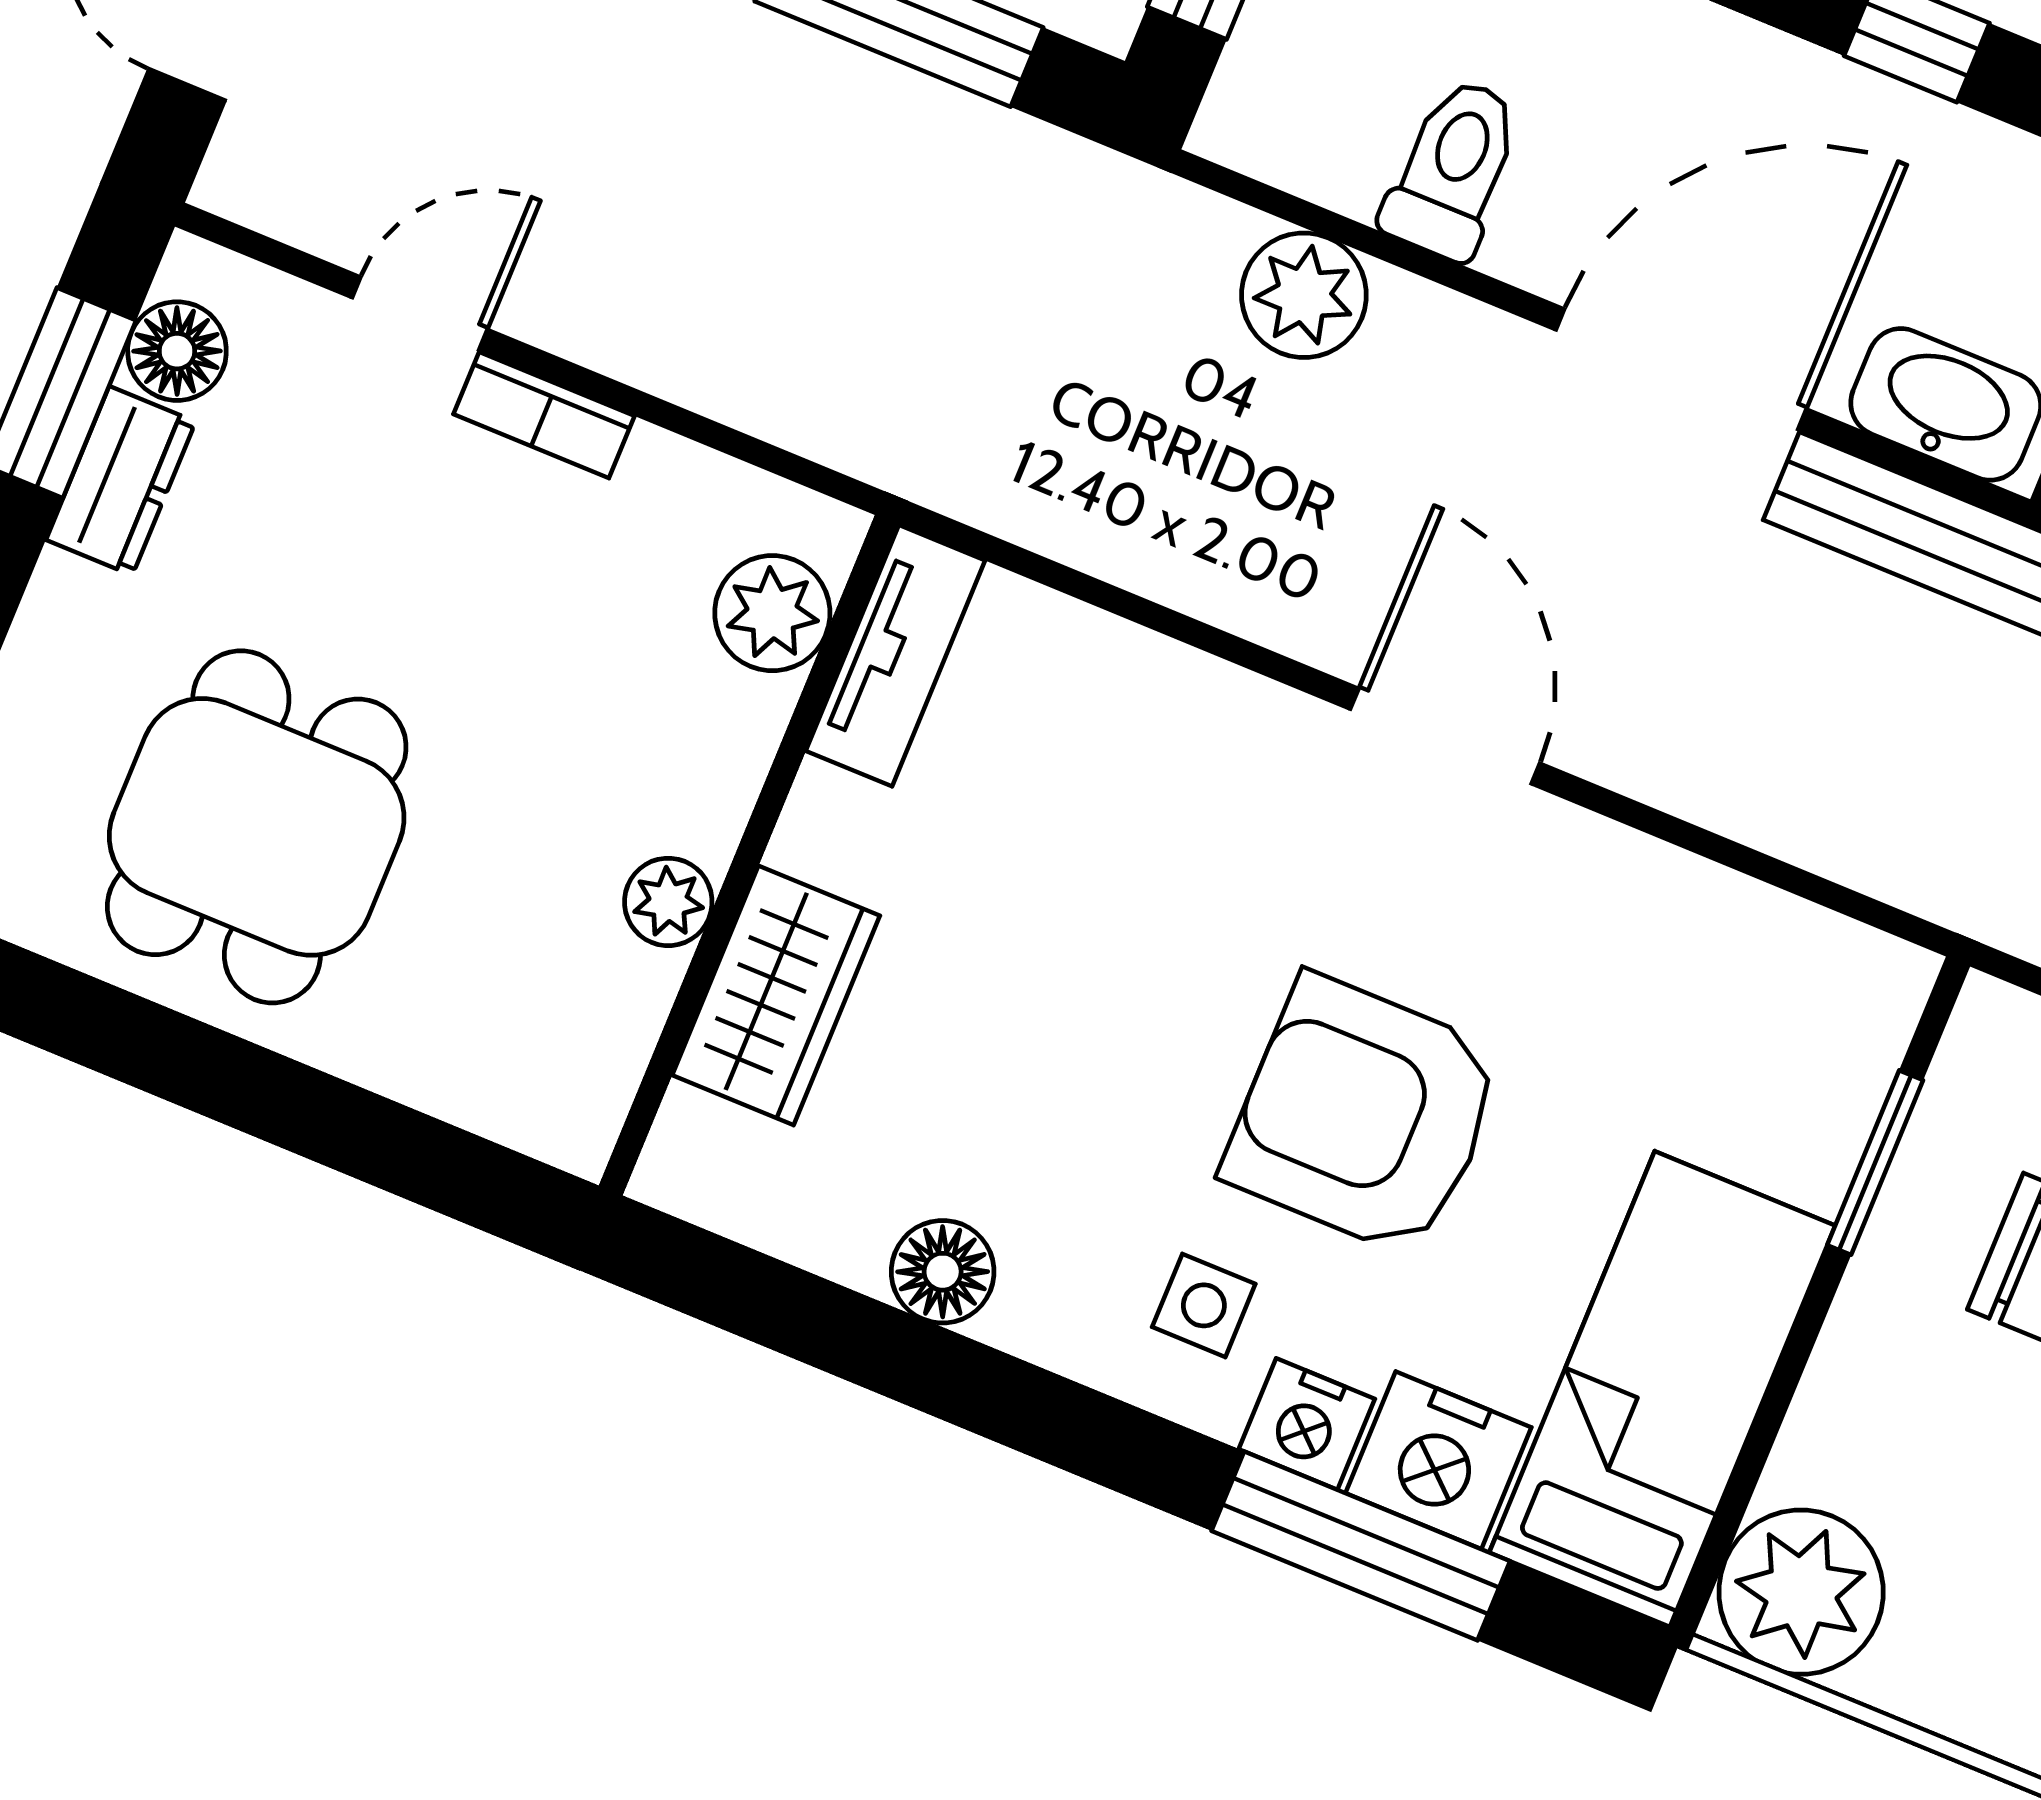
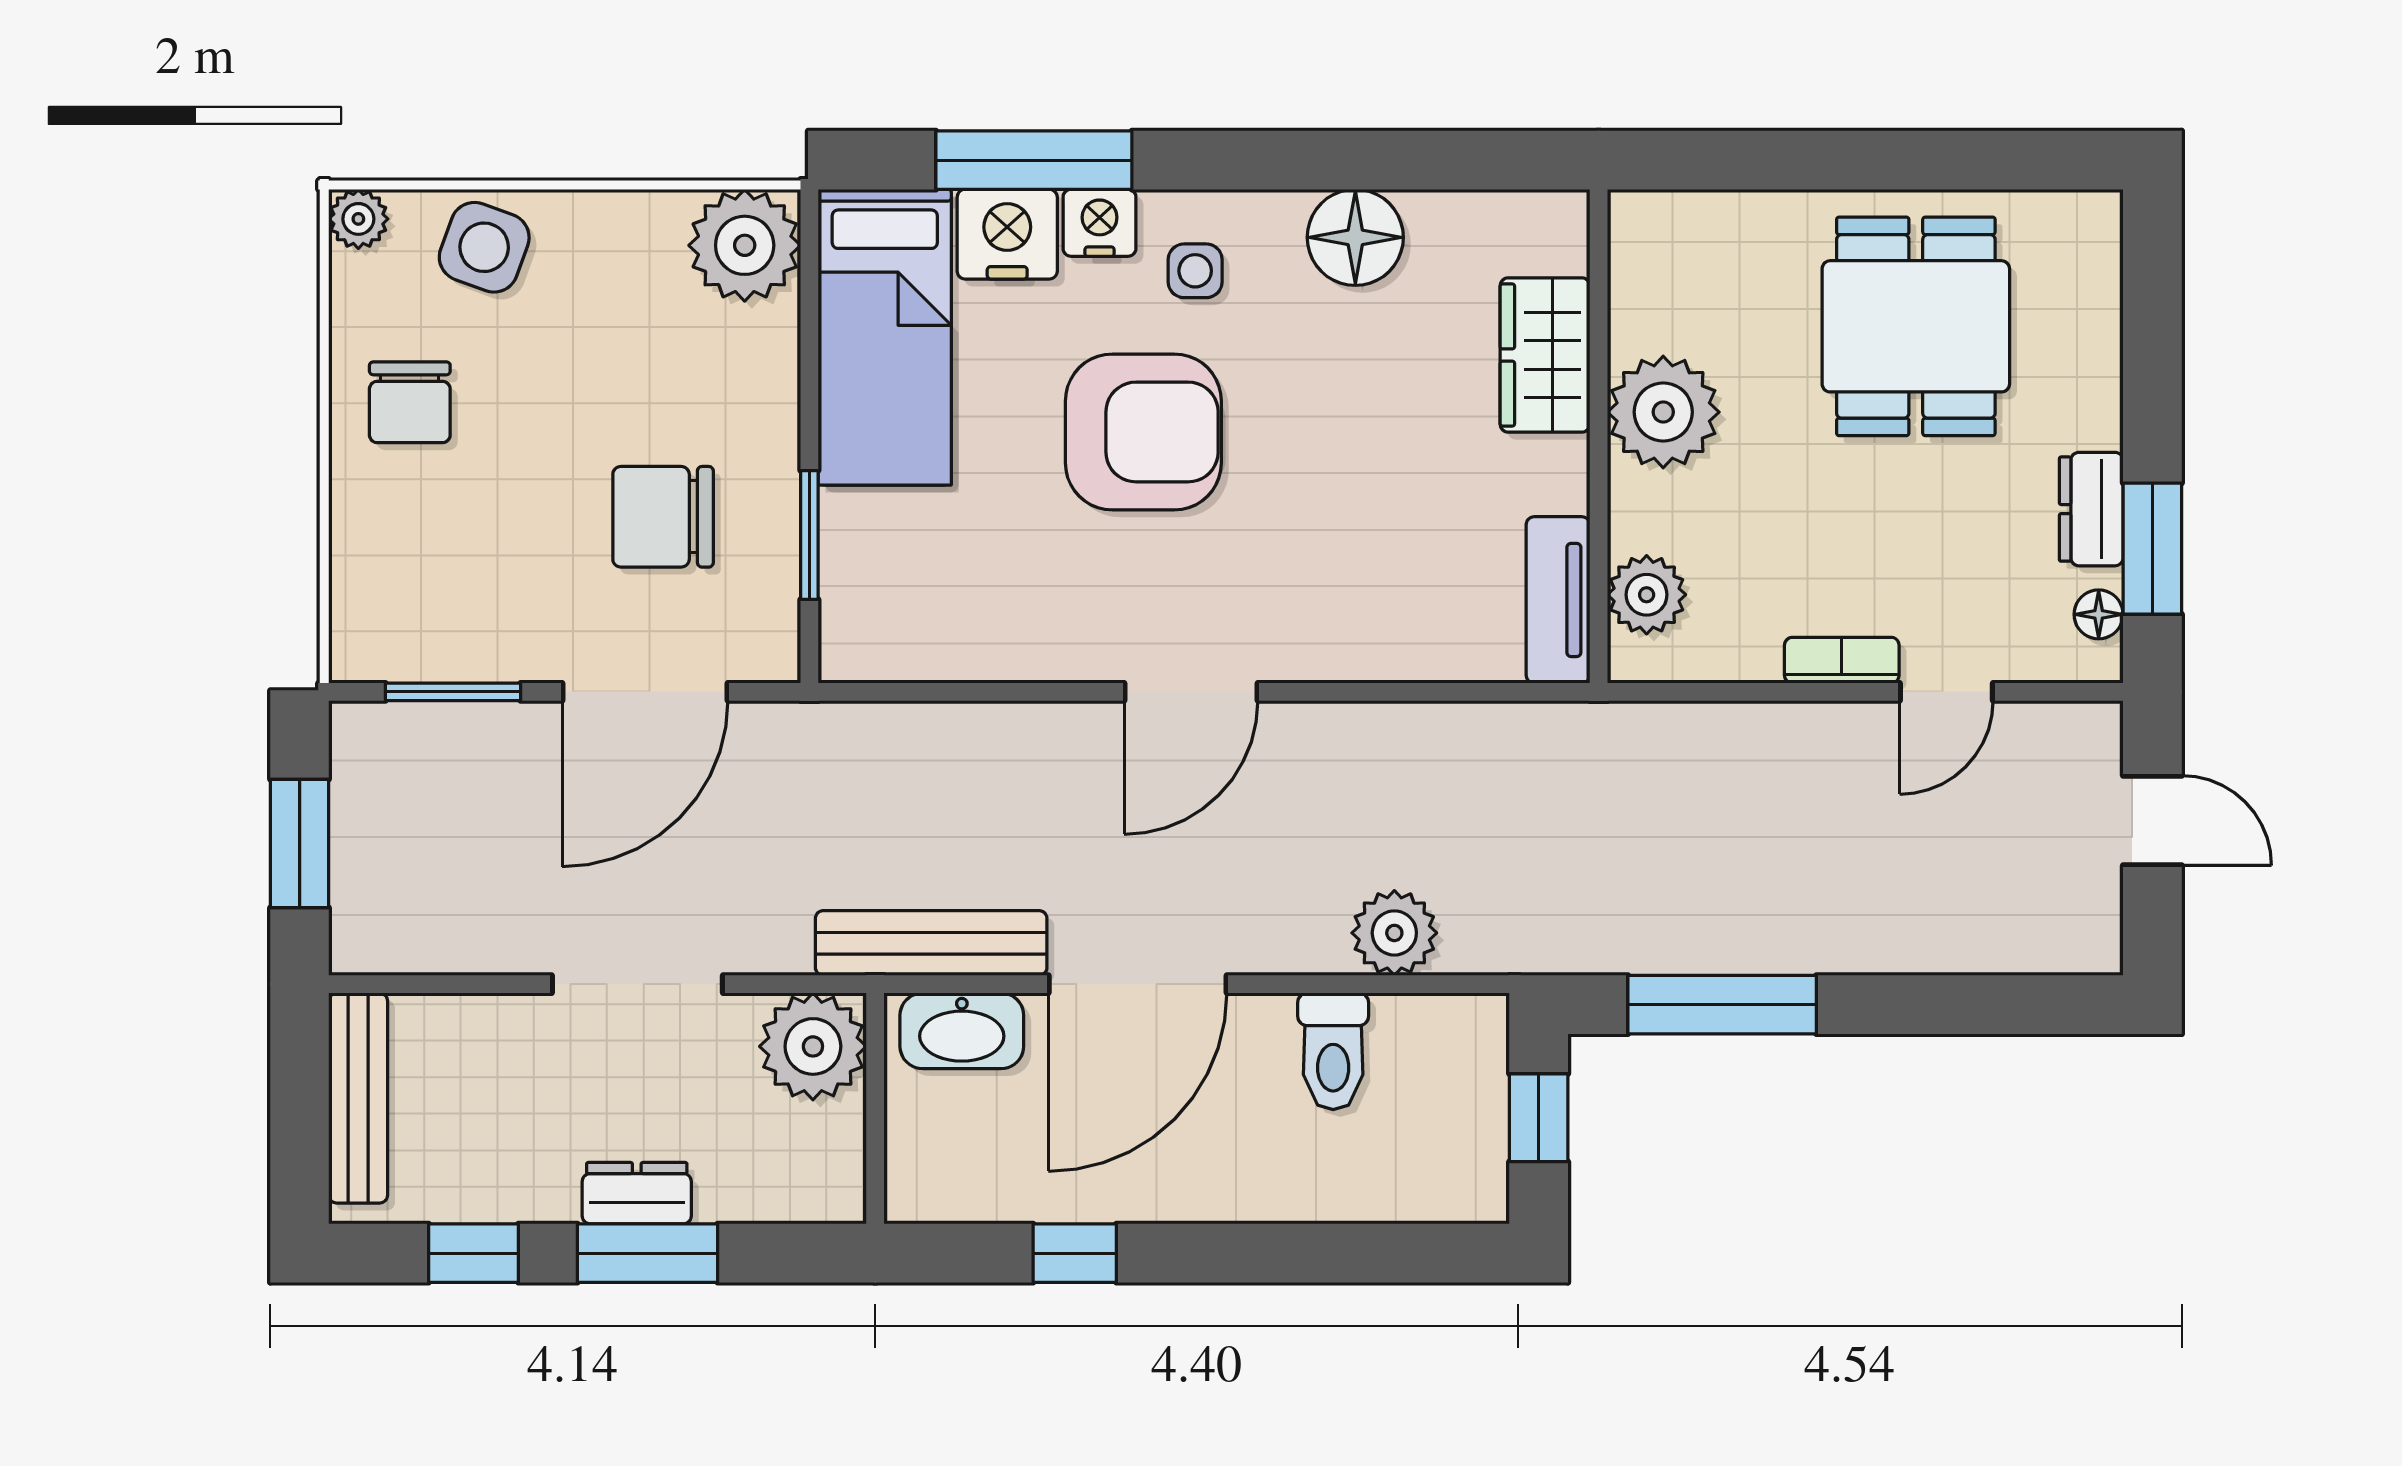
floor lamp: (177, 351) -> (2099, 614), width x0.73, depth x0.73
door: (1445, 736) -> (1191, 692), hinge flipped
plant: (668, 902) -> (1663, 412), width x1.88, depth x1.88
floor lamp: (943, 1272) -> (1355, 237), width x1.38, depth x1.38

